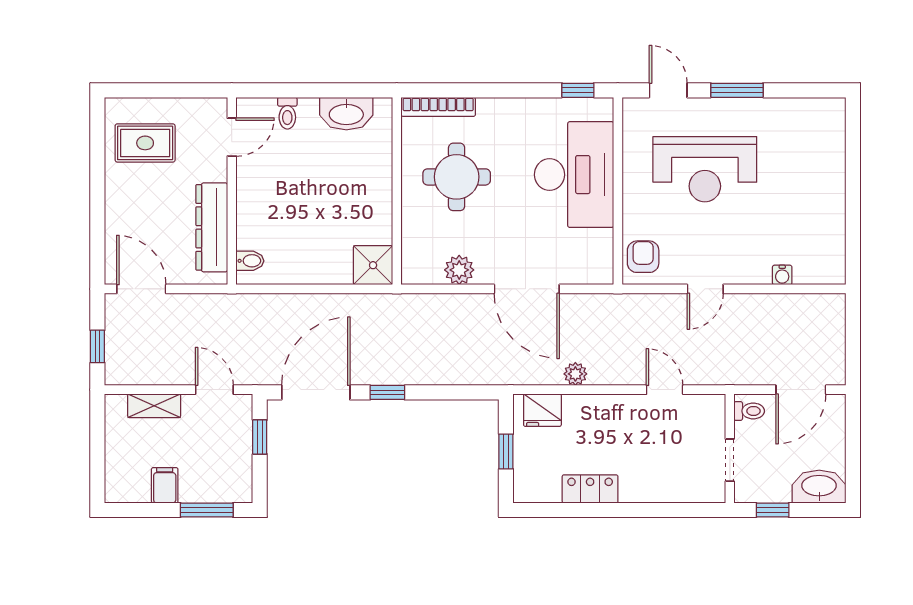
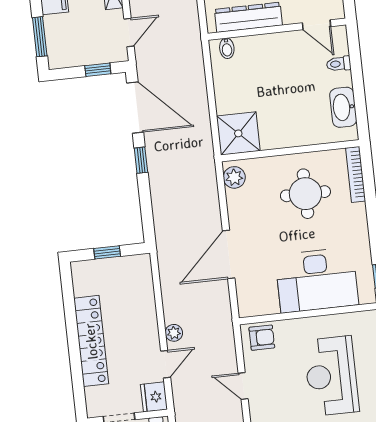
shower: (373, 265) -> (238, 133), width x1.36, depth x1.36
plant: (459, 270) -> (234, 177), moved
plant: (575, 374) -> (174, 333), moved
fridge: (542, 410) -> (154, 397), moved
locker: (590, 489) -> (91, 341), width x2.16, depth x1.21

